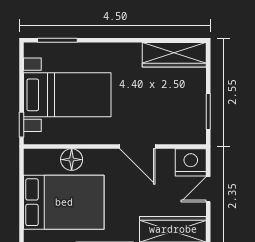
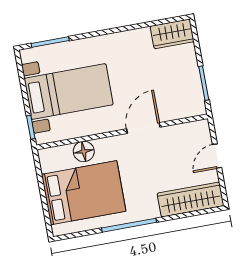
wardrobe: (174, 55) -> (172, 34), width x0.67
door: (137, 146) -> (143, 128), swing flipped
nightstand: (191, 162) -> (196, 134), removed

